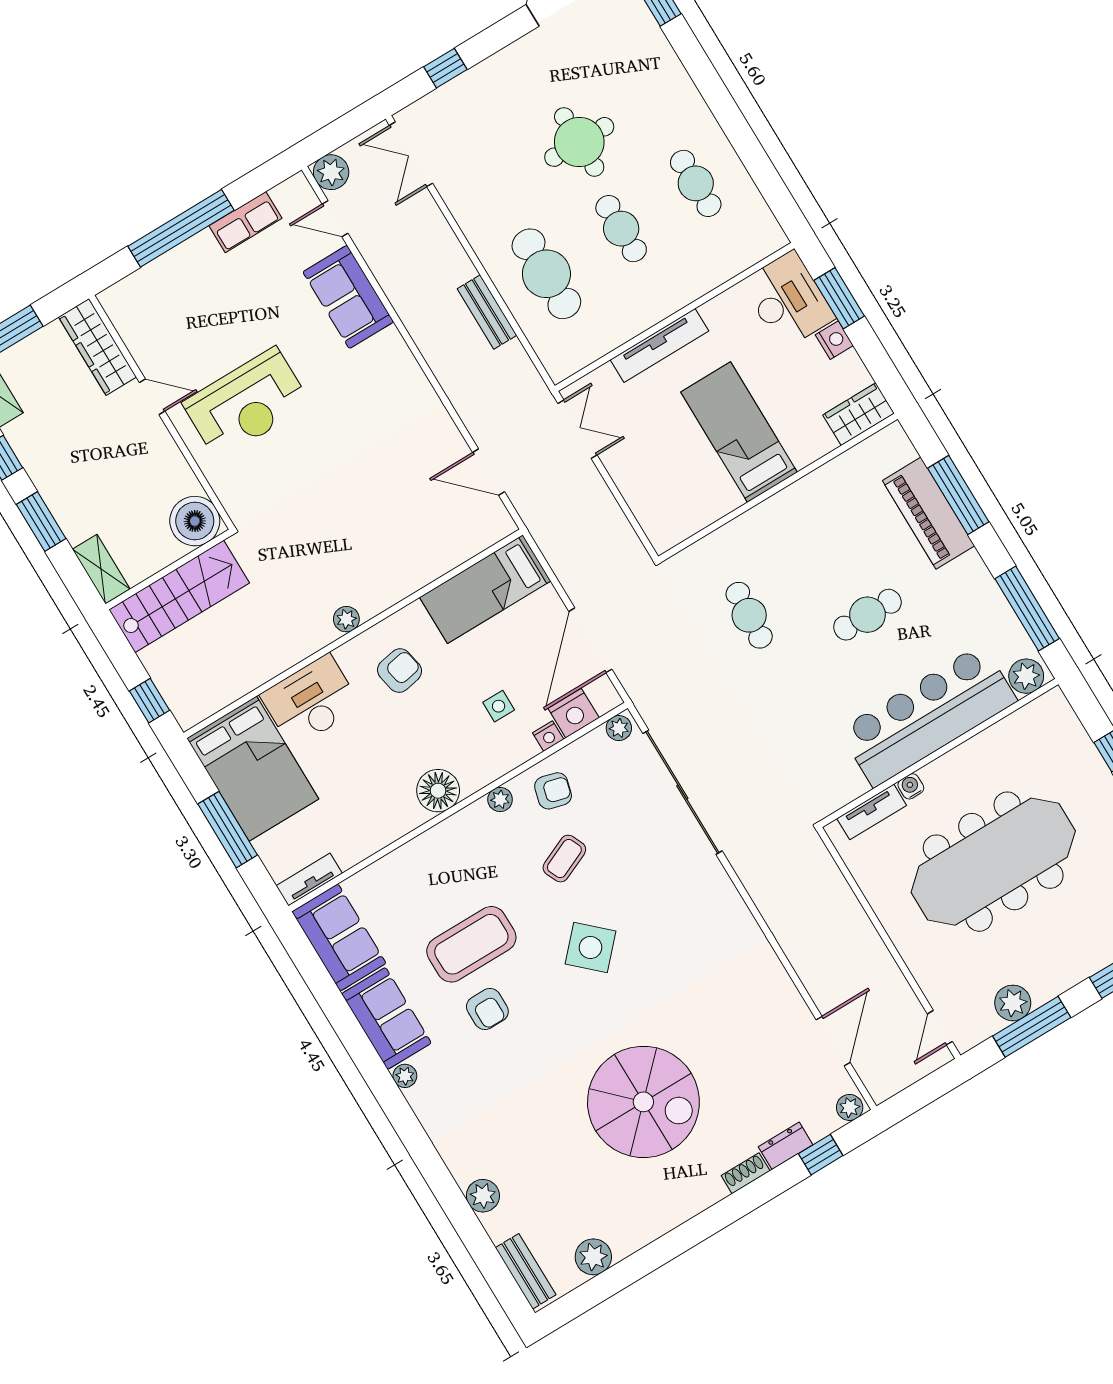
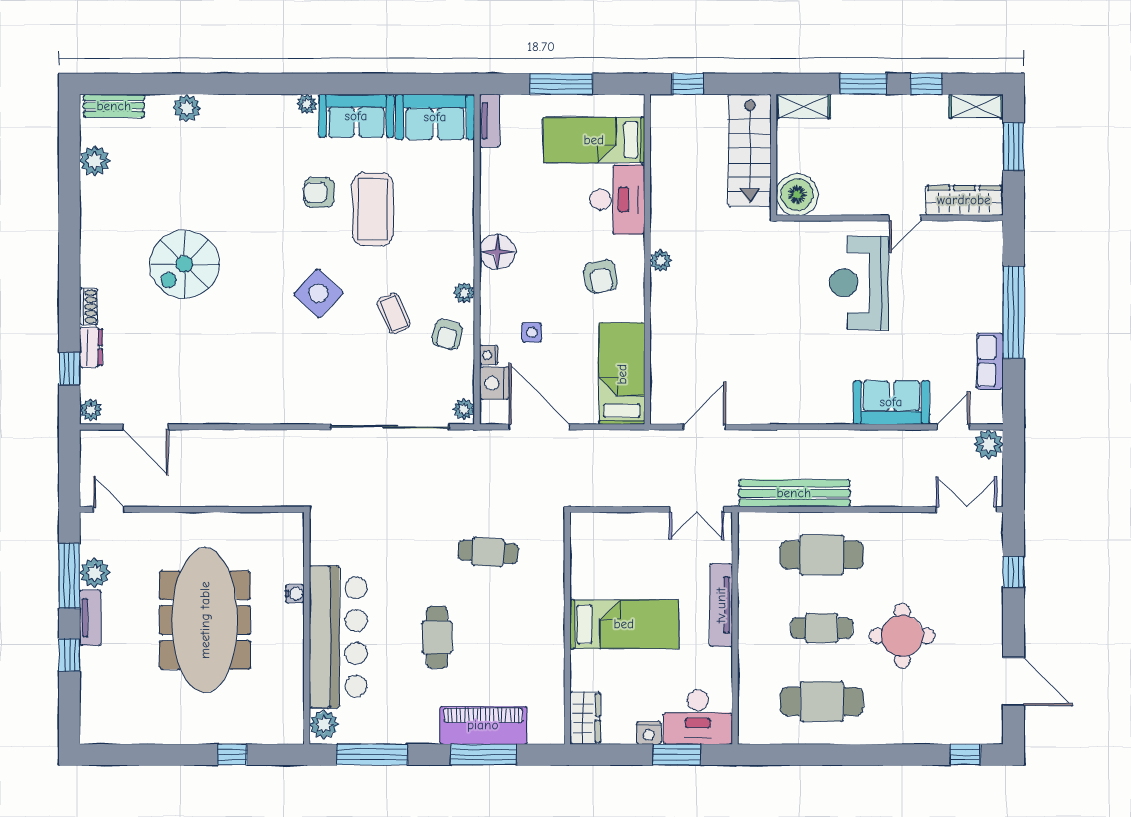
cafe table: (696, 183) -> (822, 702), width x1.37, depth x1.35
bench: (487, 312) -> (794, 493), width x1.86, depth x1.21
bed: (253, 769) -> (594, 140), width x0.67
tv unit: (872, 812) -> (90, 618), moved, turned 180
spiral stairs: (643, 1102) -> (184, 264), width x0.73, depth x0.73

